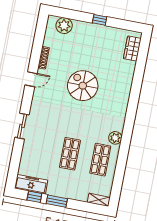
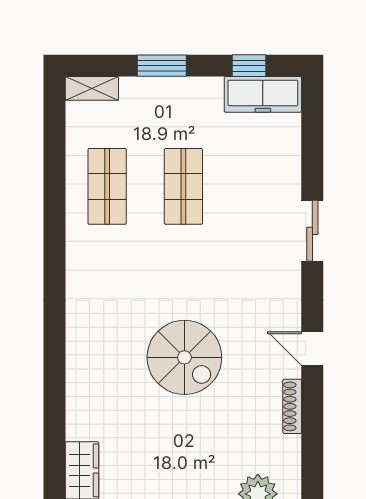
door: (31, 79) -> (312, 348), hinge flipped
plant: (115, 138) -> (81, 246), removed
window: (57, 201) -> (162, 66), moved

